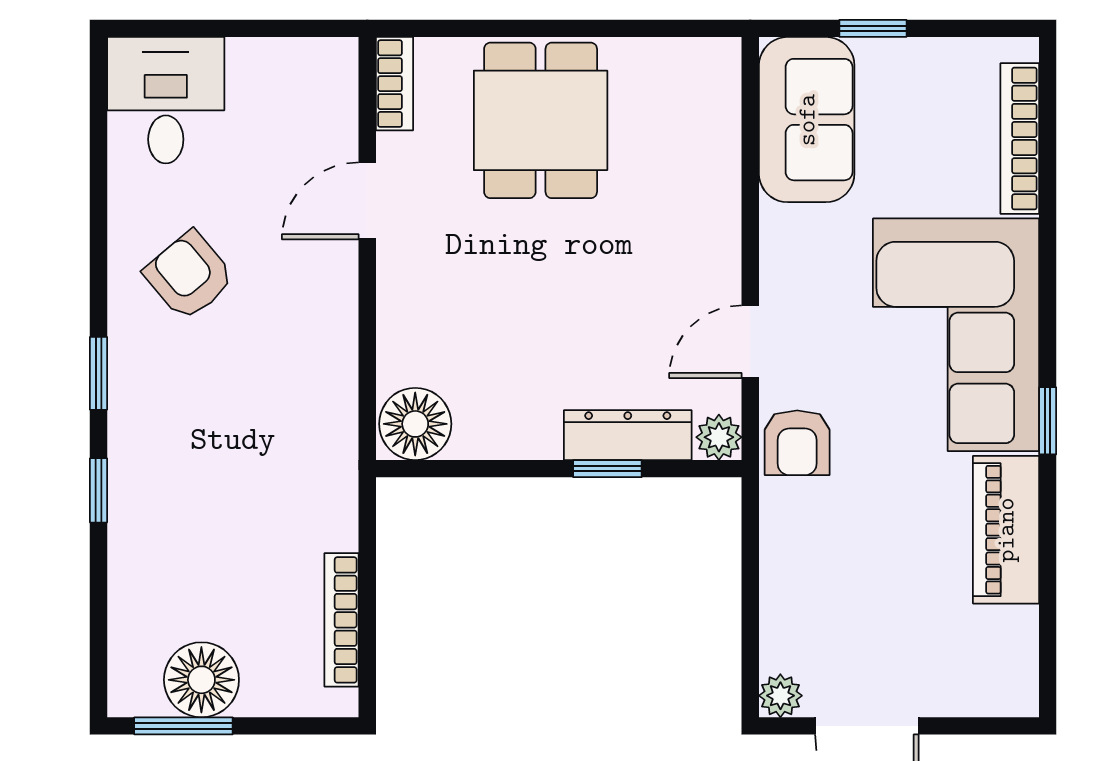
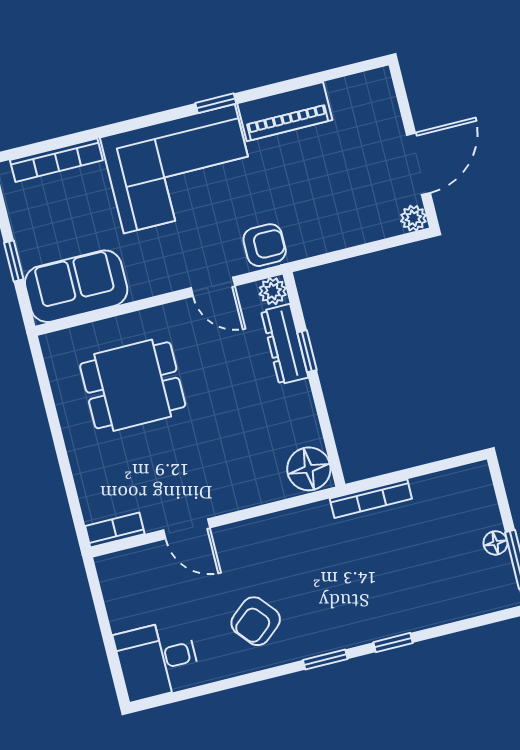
dining table: (541, 120) -> (133, 385), moved
bookcase: (342, 620) -> (371, 499), moved
floor lamp: (201, 680) -> (495, 543), width x0.53, depth x0.53

